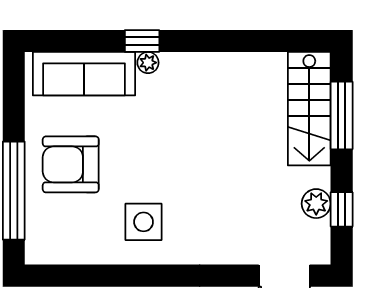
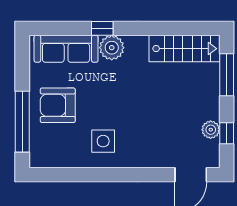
plant: (148, 63) -> (112, 48), width x1.87, depth x1.87
stairs: (309, 109) -> (184, 49), moved, turned -90

